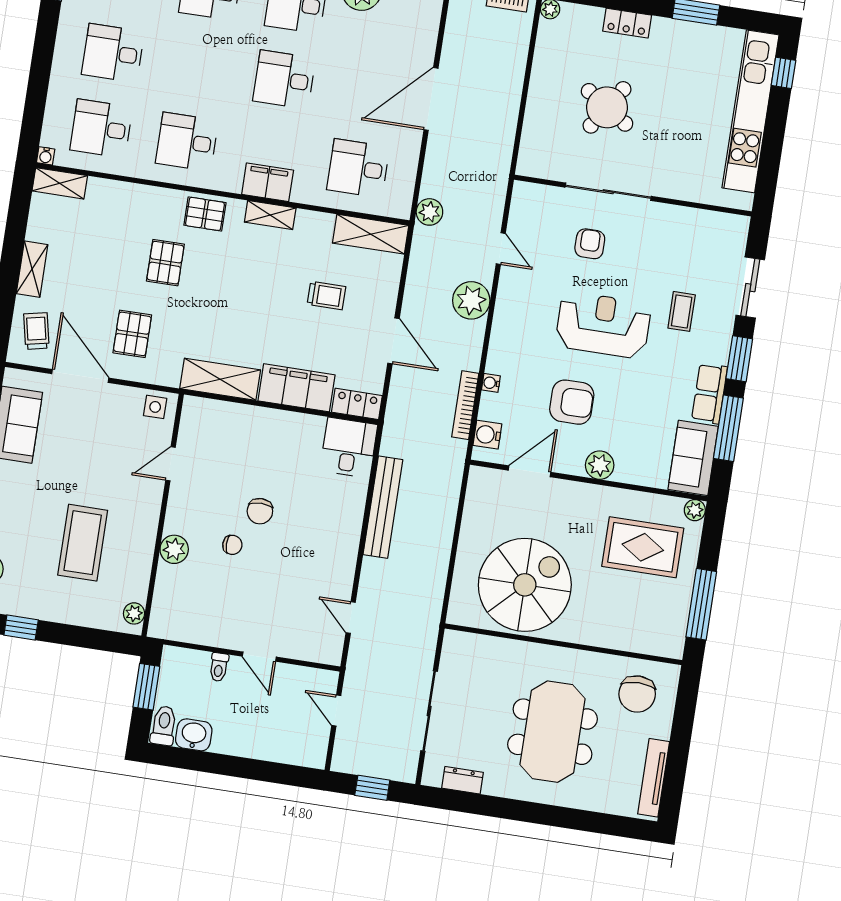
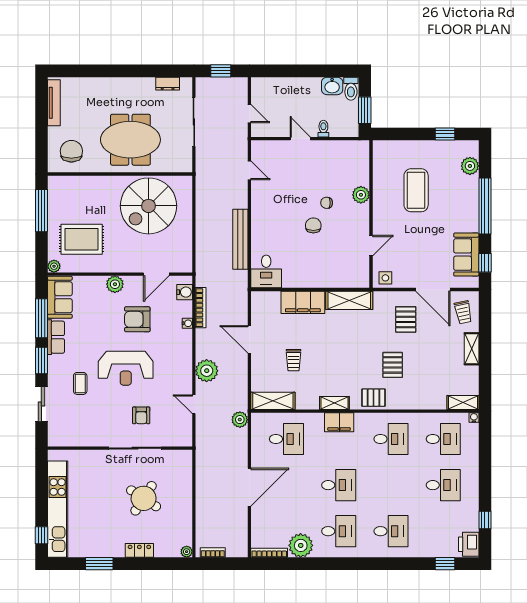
trolley: (326, 296) -> (294, 360), turned -90
locker: (357, 404) -> (265, 298), removed
plant: (134, 613) -> (379, 153), removed
meeting table: (553, 732) -> (130, 140), moved, turned 90

